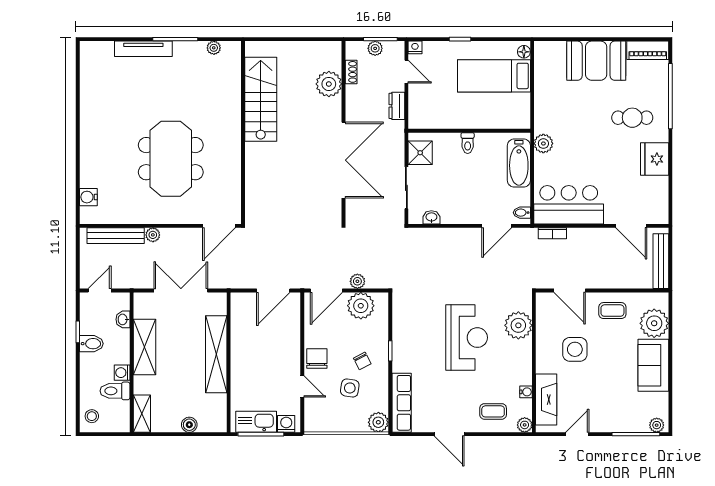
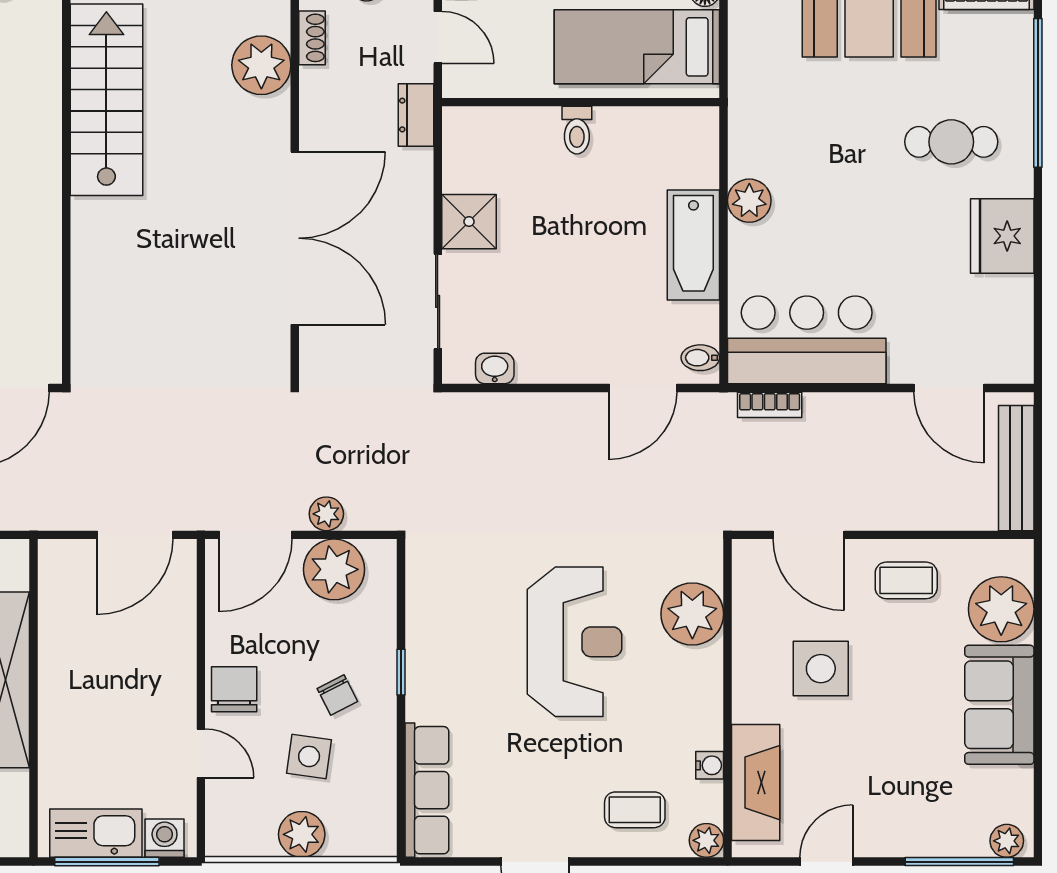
wall: (469, 131) -> (581, 102), moved
toilet: (468, 143) -> (577, 130), moved
plant: (378, 422) -> (302, 834), moved

